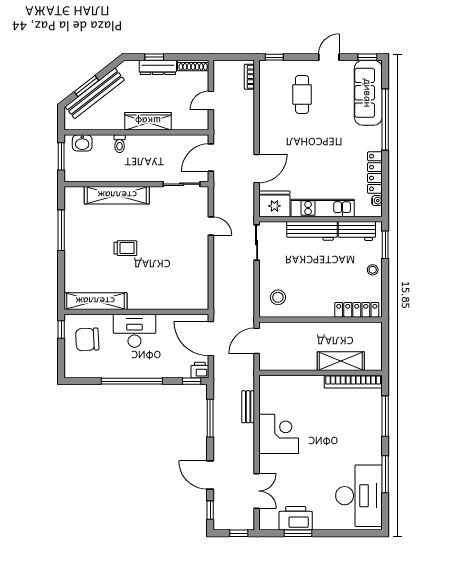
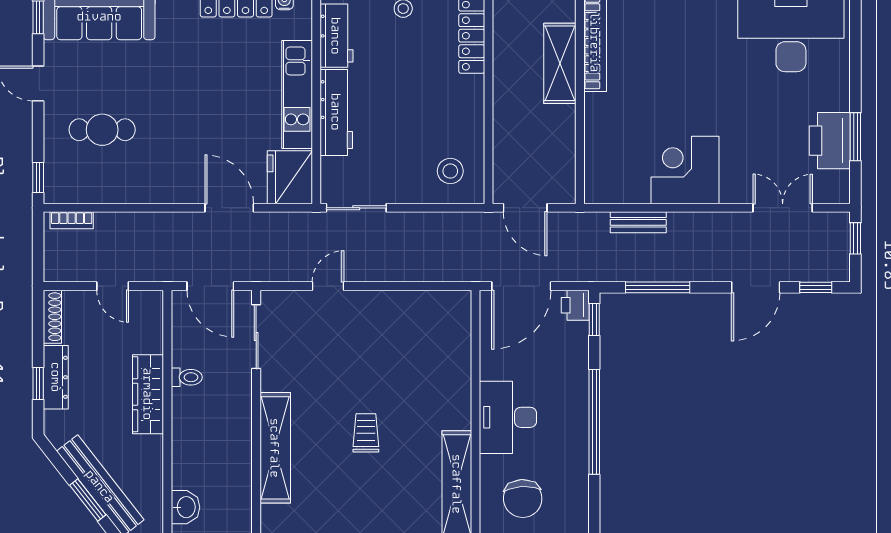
toilet: (120, 144) -> (187, 377), moved

